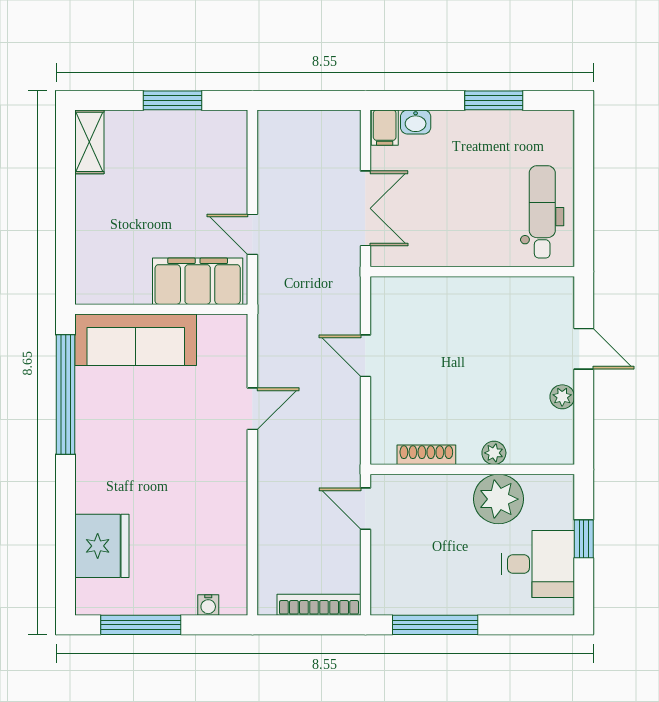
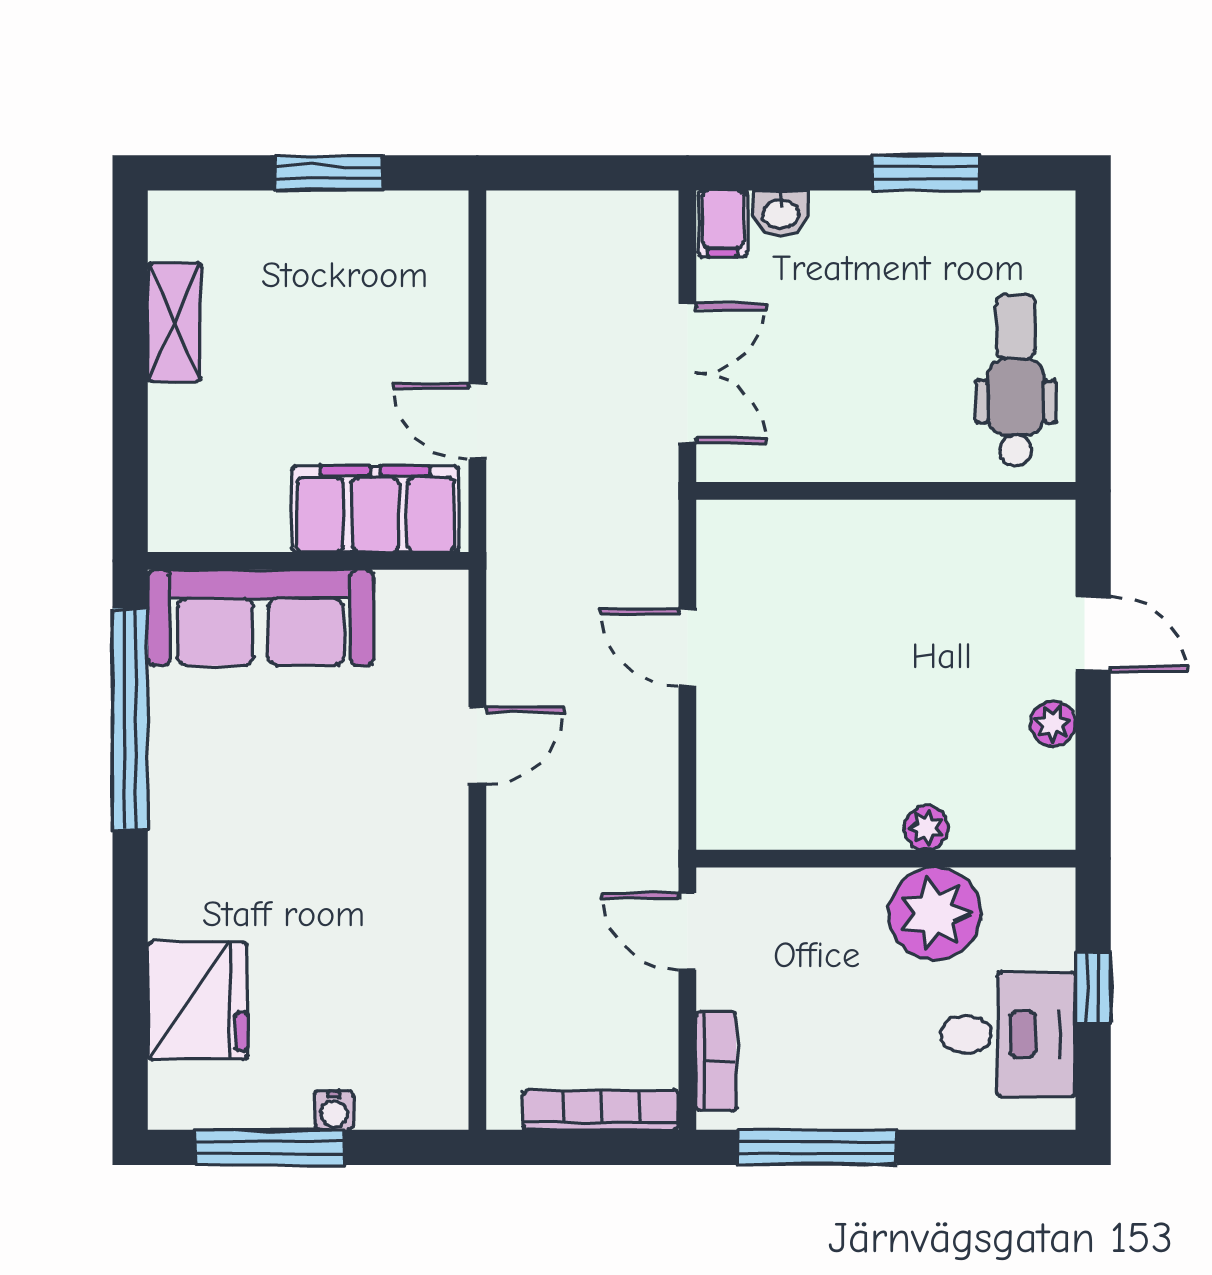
shelving: (89, 142) -> (174, 322), moved
shoe rack: (426, 455) -> (800, 831), removed
bookcase: (381, 578) -> (716, 1061), added
water cooler: (208, 605) -> (334, 1110), moved

